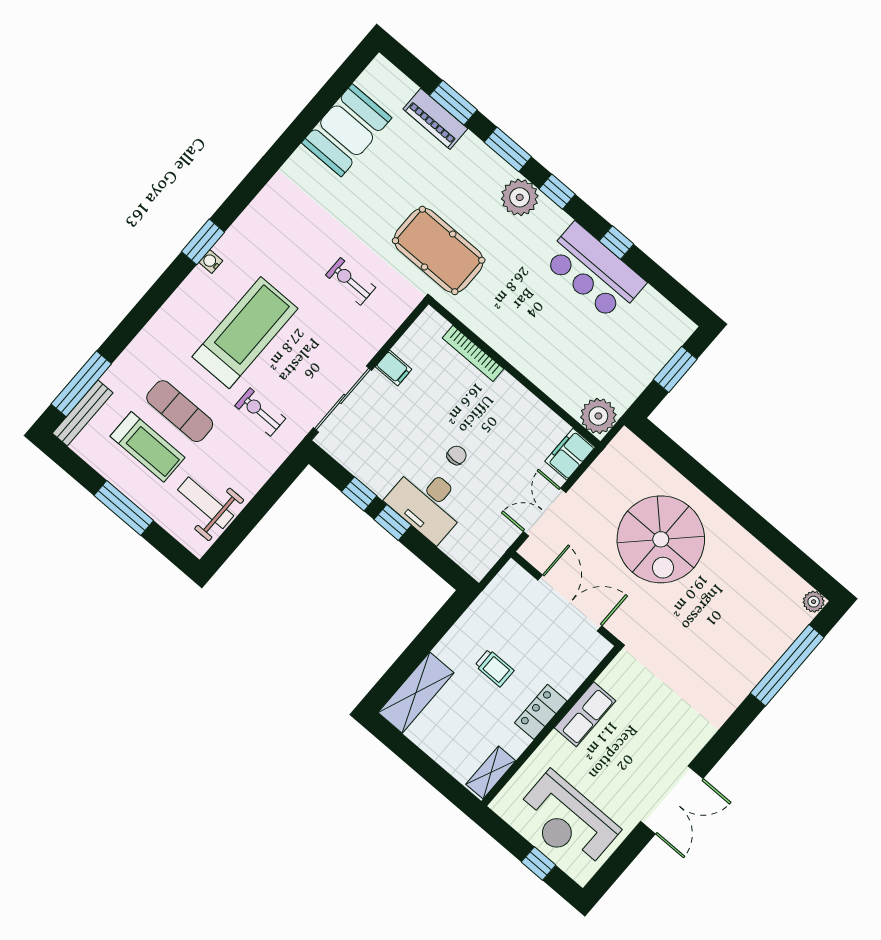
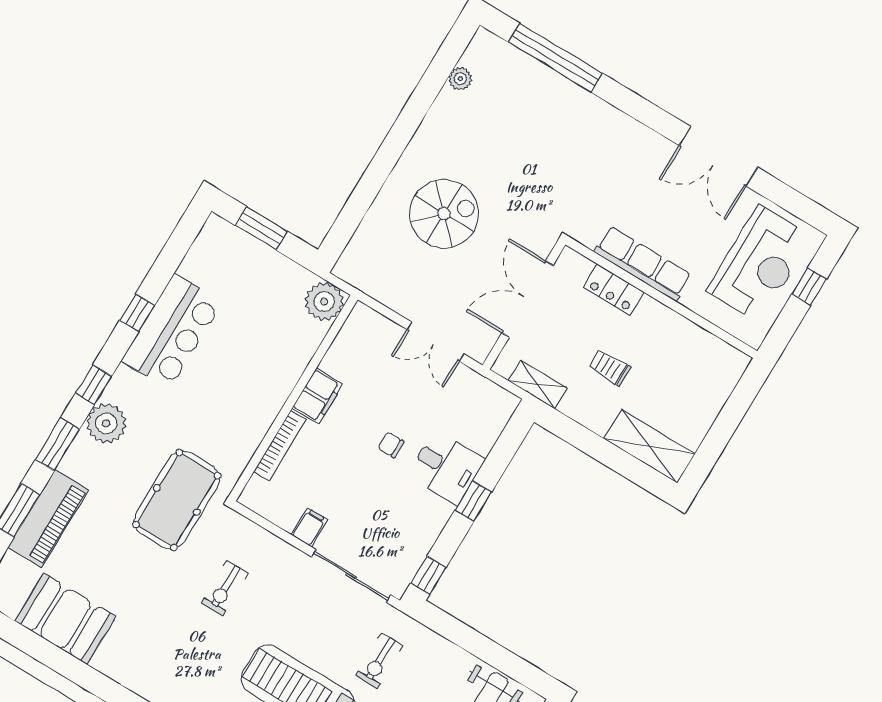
piano: (435, 119) -> (48, 519), width x1.37, depth x1.33
filing cabinet: (570, 454) -> (317, 396), moved, turned -90
window: (359, 494) -> (428, 575), moved
desk: (428, 503) -> (446, 467), width x0.73
spiral stairs: (661, 539) -> (444, 214), width x0.73, depth x0.73
plant: (814, 602) -> (460, 79), moved
trolley: (494, 668) -> (610, 368), turned -90
locker: (541, 712) -> (614, 290), moved
row of seats: (585, 714) -> (643, 263), width x1.48
shelving: (491, 772) -> (537, 384), moved
double door: (672, 800) -> (718, 156), swing flipped

